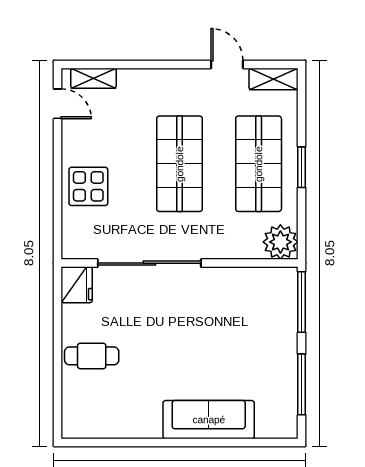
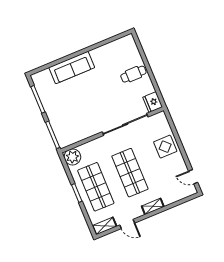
shelving: (93, 78) -> (153, 206), moved

